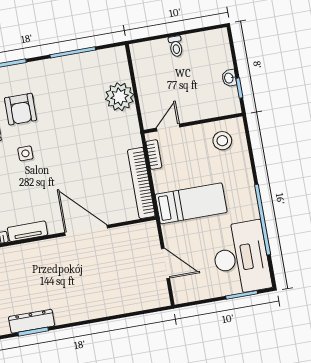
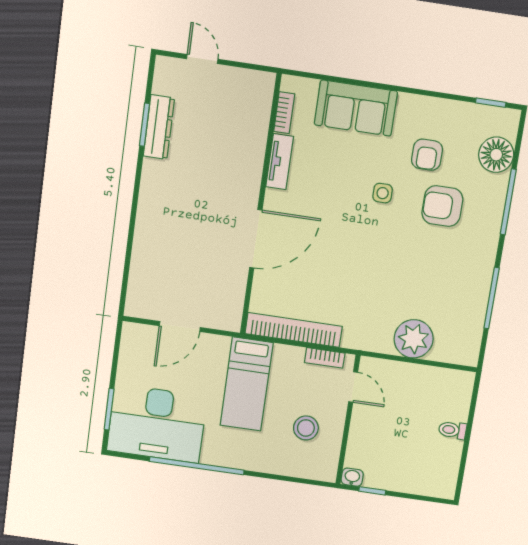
washbasin: (229, 78) -> (352, 477), moved
stool: (222, 141) -> (306, 428), moved

